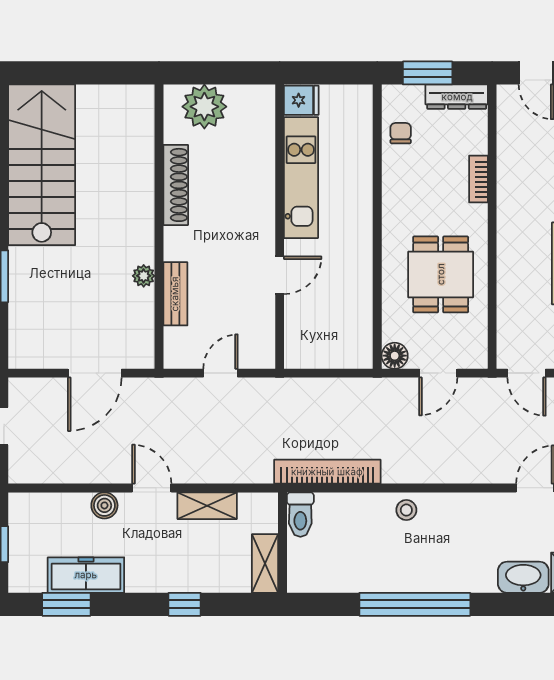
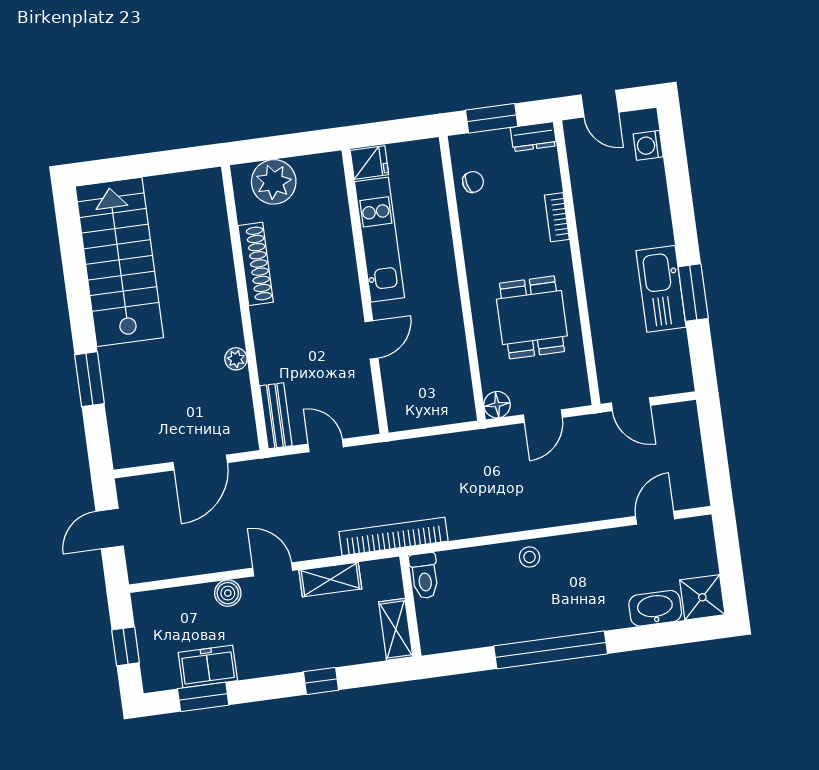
dresser: (457, 97) -> (533, 137), width x0.70
chair: (401, 133) -> (473, 182), turned 77
bench: (175, 294) -> (276, 416), moved
door: (221, 373) -> (326, 445), hinge flipped
bookcase: (327, 472) -> (393, 536), moved
freezer: (86, 575) -> (208, 667), width x0.71

